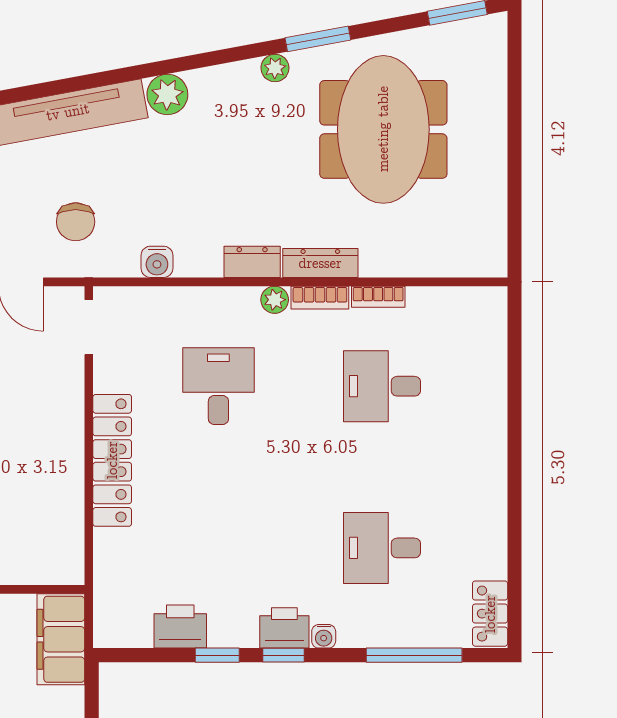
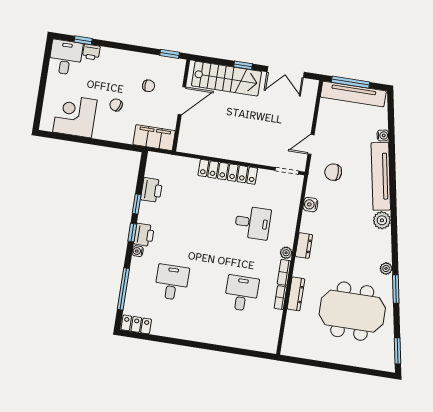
dresser: (320, 263) -> (296, 294), moved

